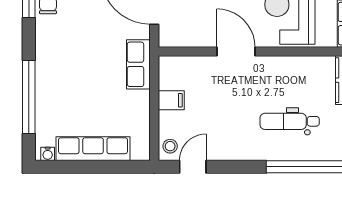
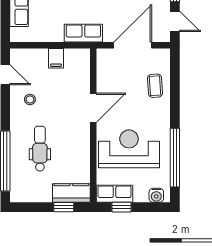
stool: (170, 146) -> (30, 99), moved

